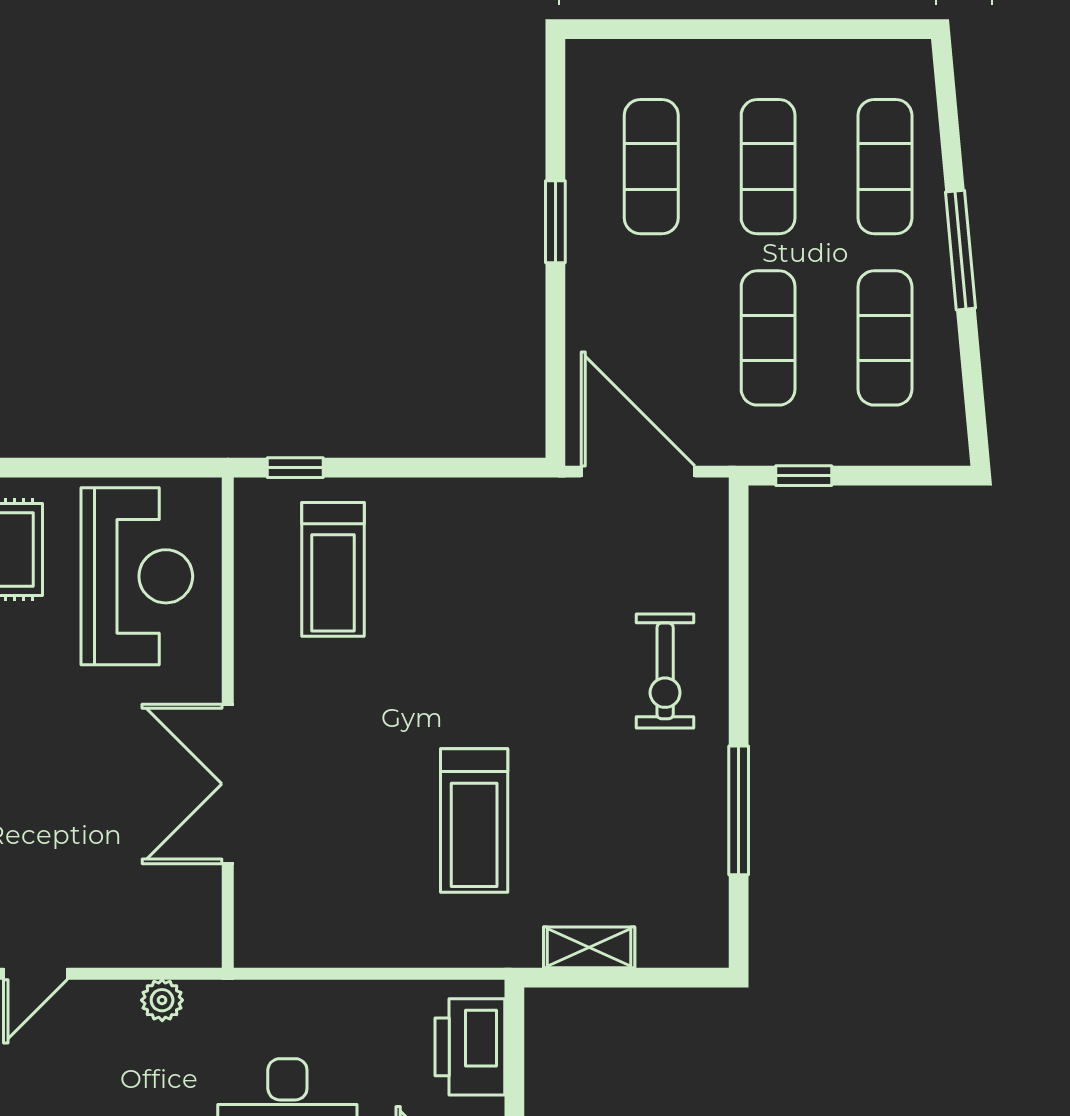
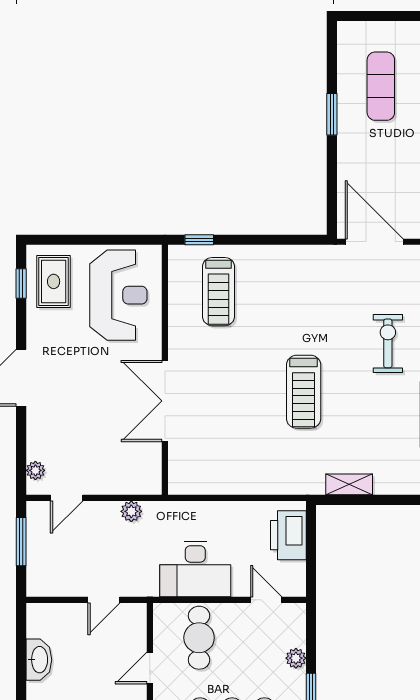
exercise bike: (665, 671) -> (388, 343), turned 180
treadmill: (474, 821) -> (304, 392), moved

